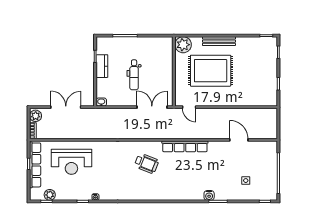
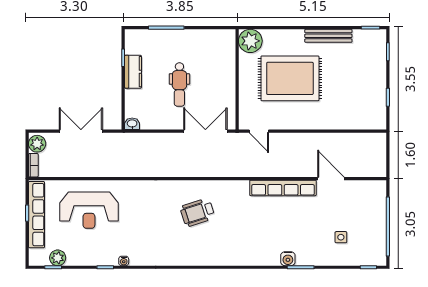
bench: (219, 41) -> (328, 36), moved
row of seats: (185, 146) -> (283, 188), moved
wheelchair: (147, 163) -> (197, 212), turned 141

